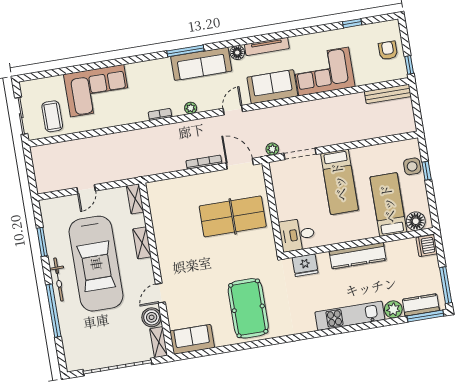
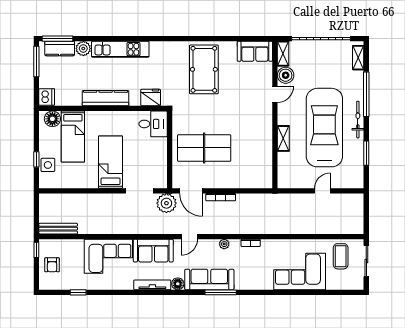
plant: (272, 149) -> (166, 203), width x1.88, depth x1.88
shelving: (135, 199) -> (358, 58), moved

